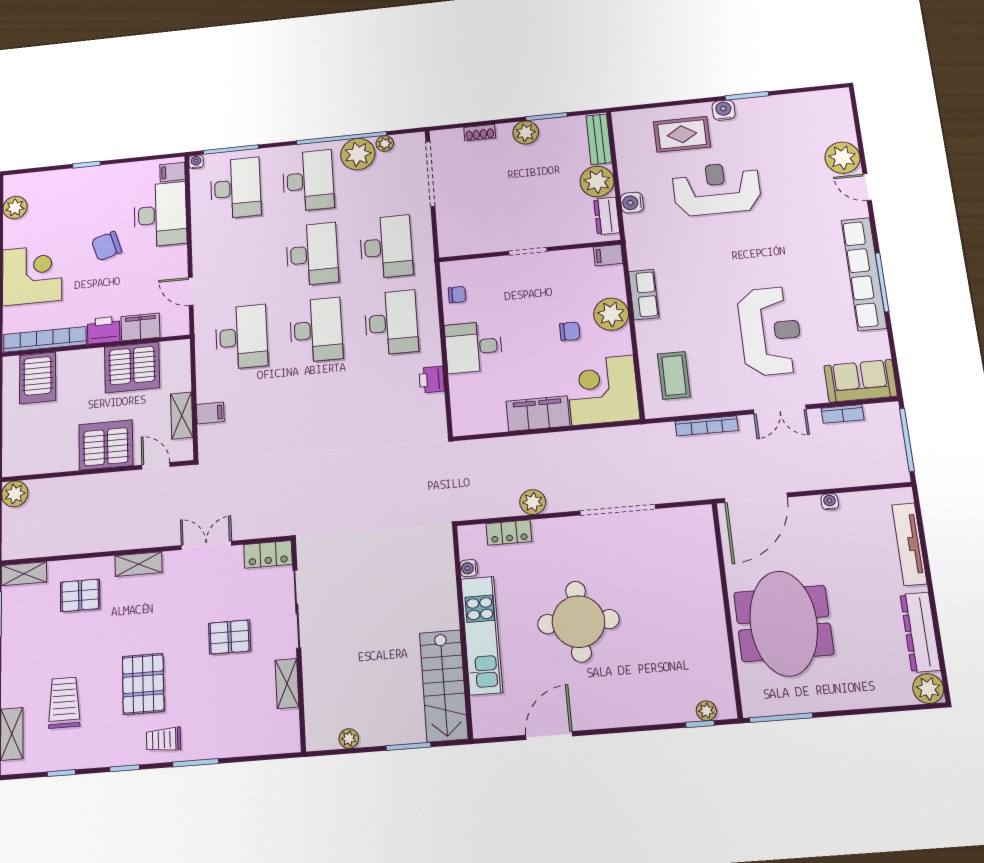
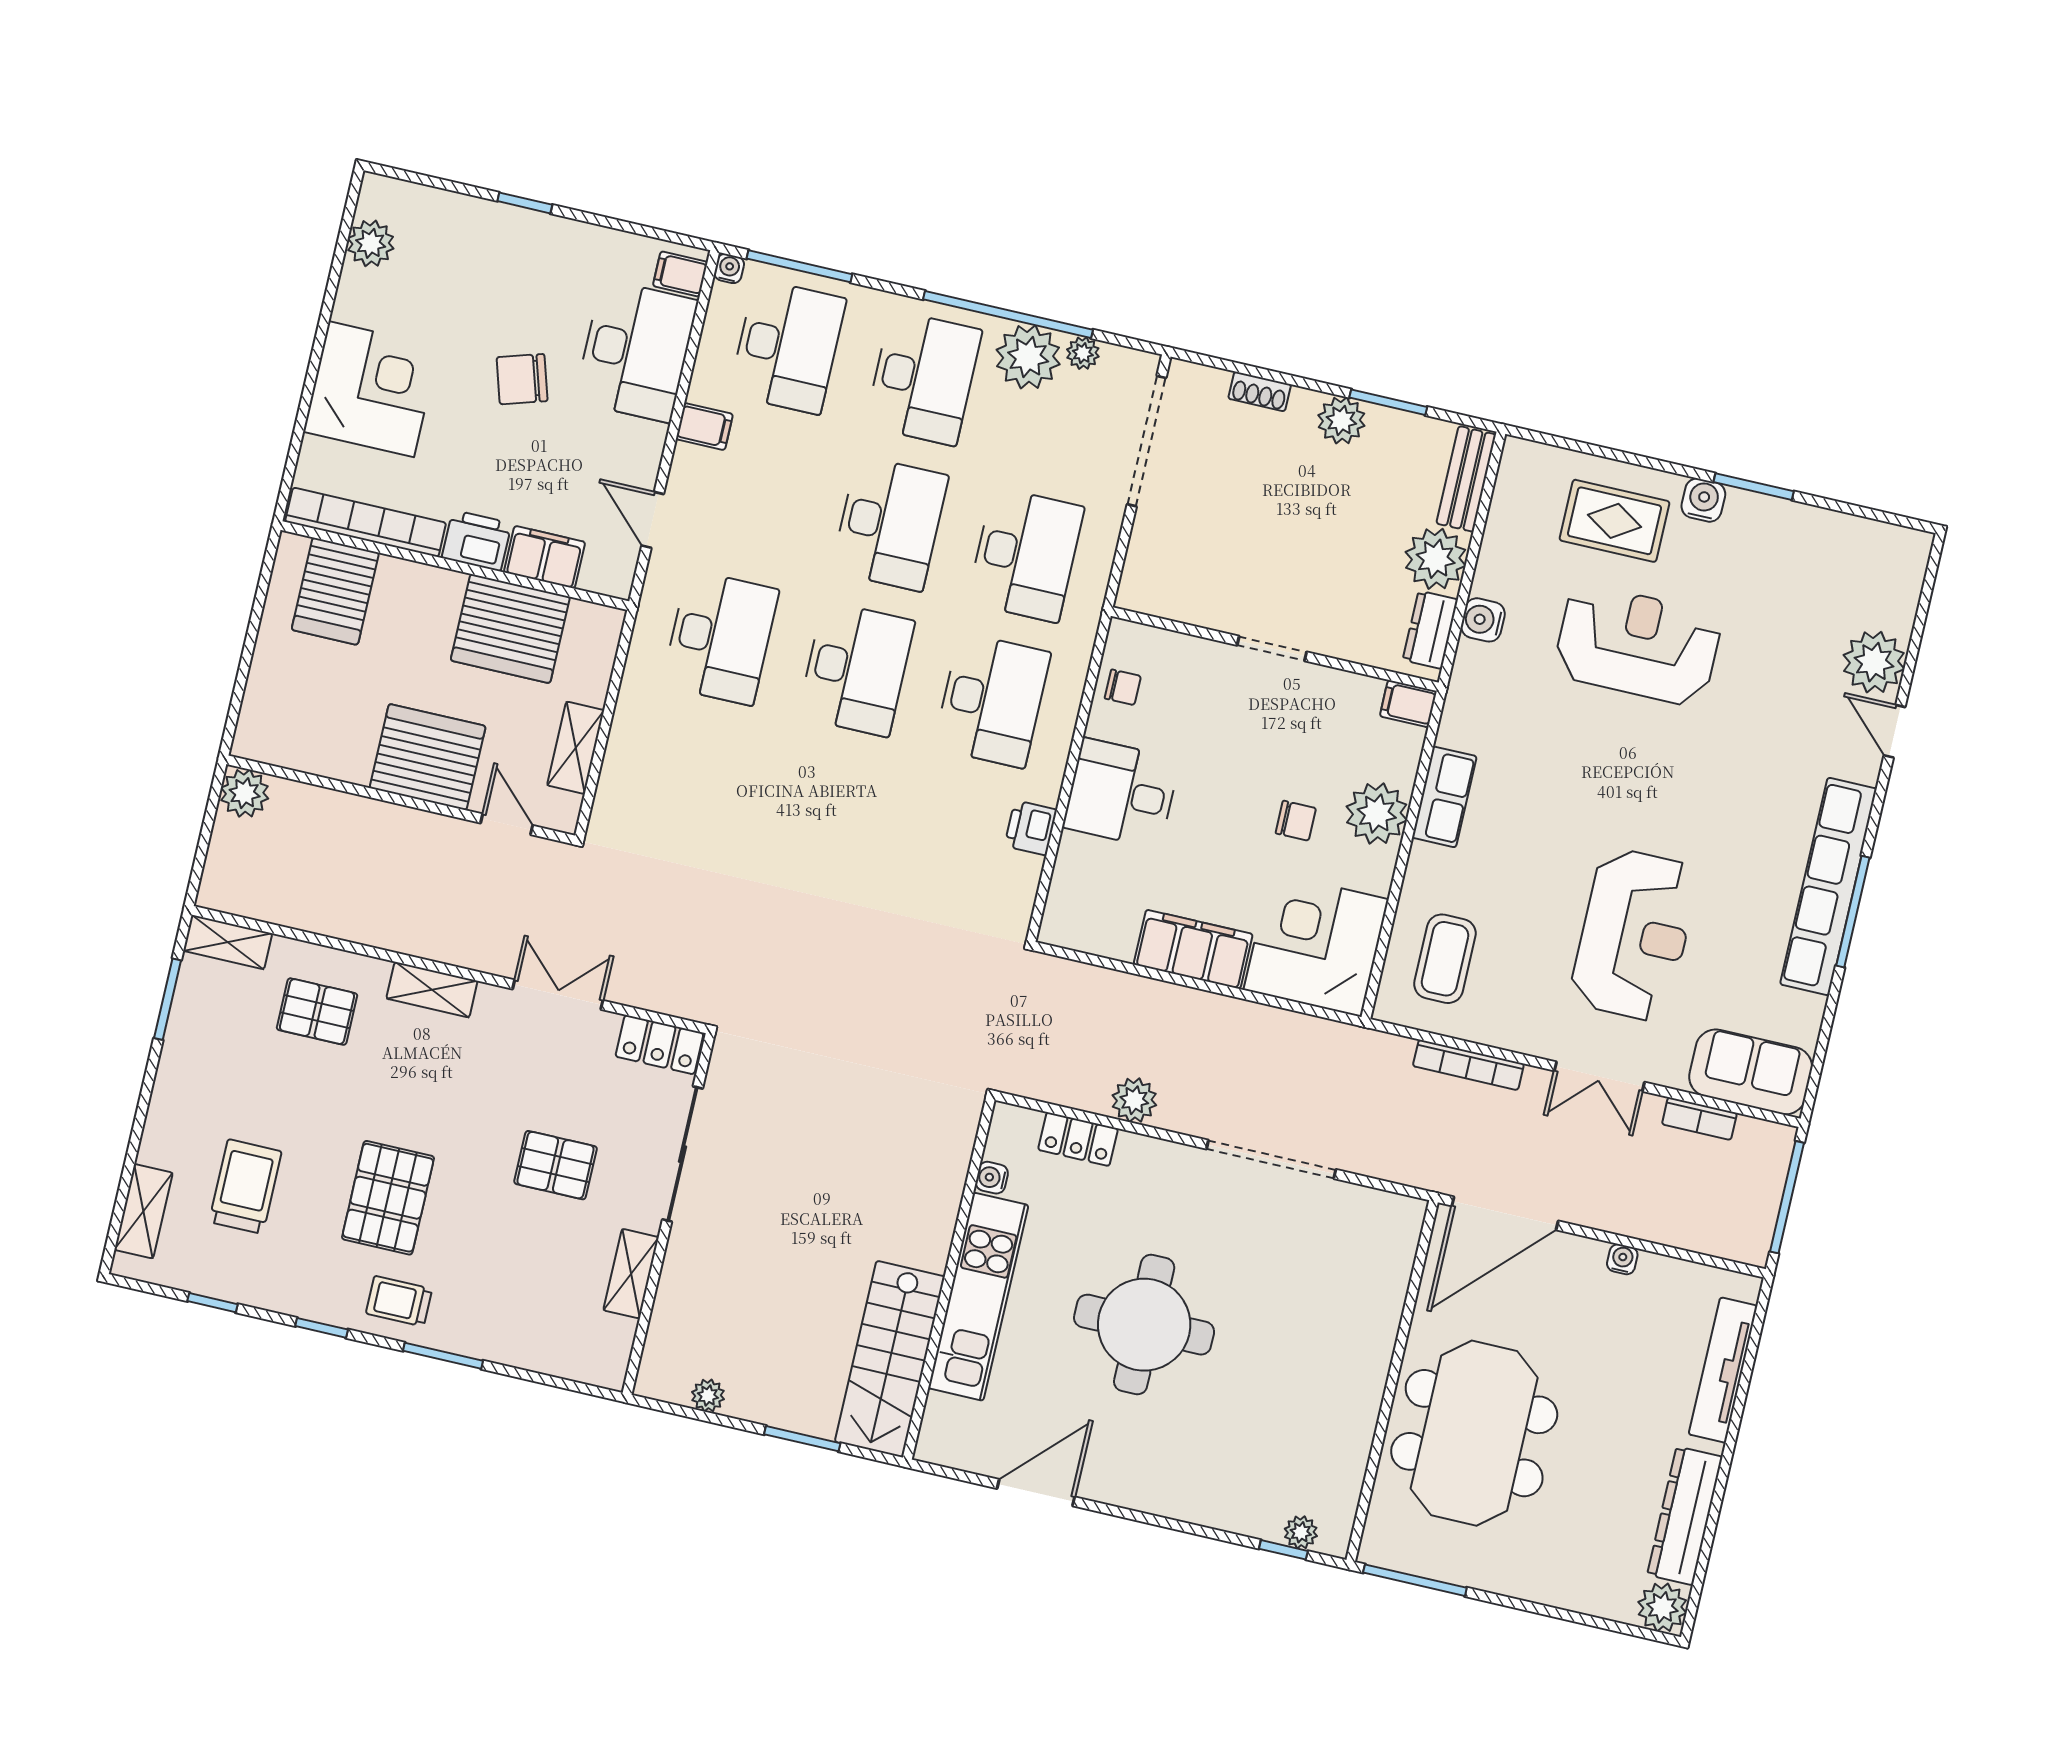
filing cabinet: (210, 413) -> (704, 427), moved

